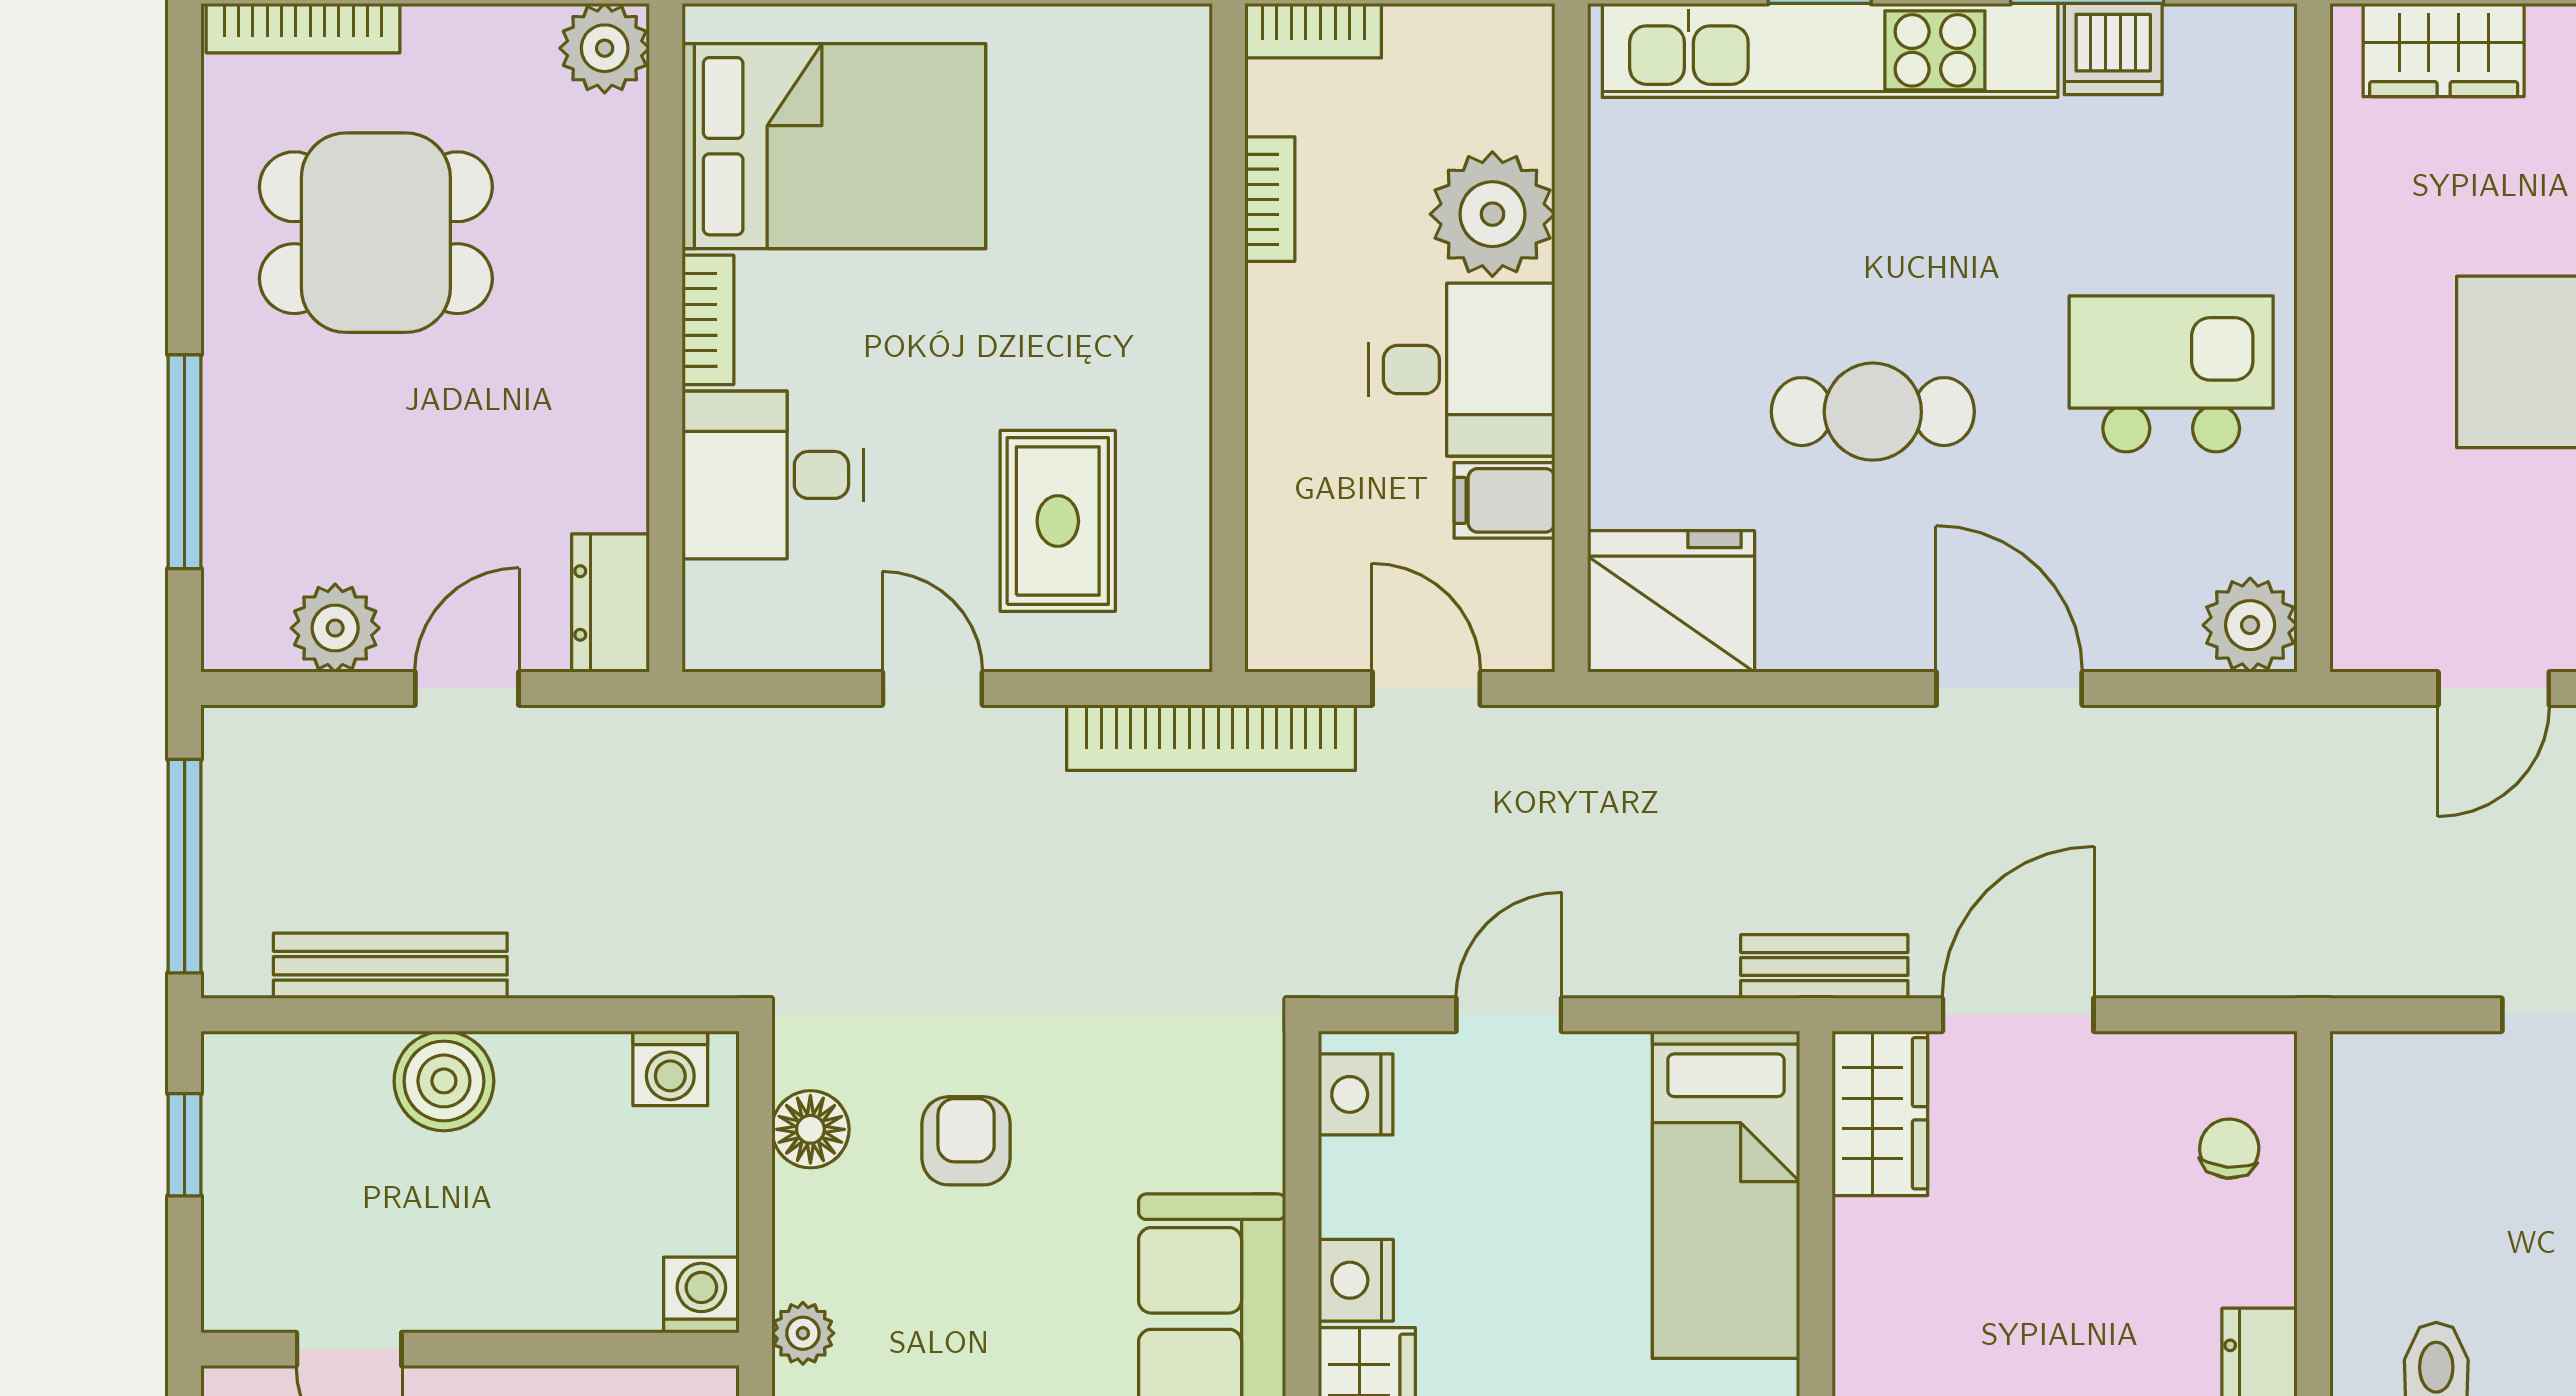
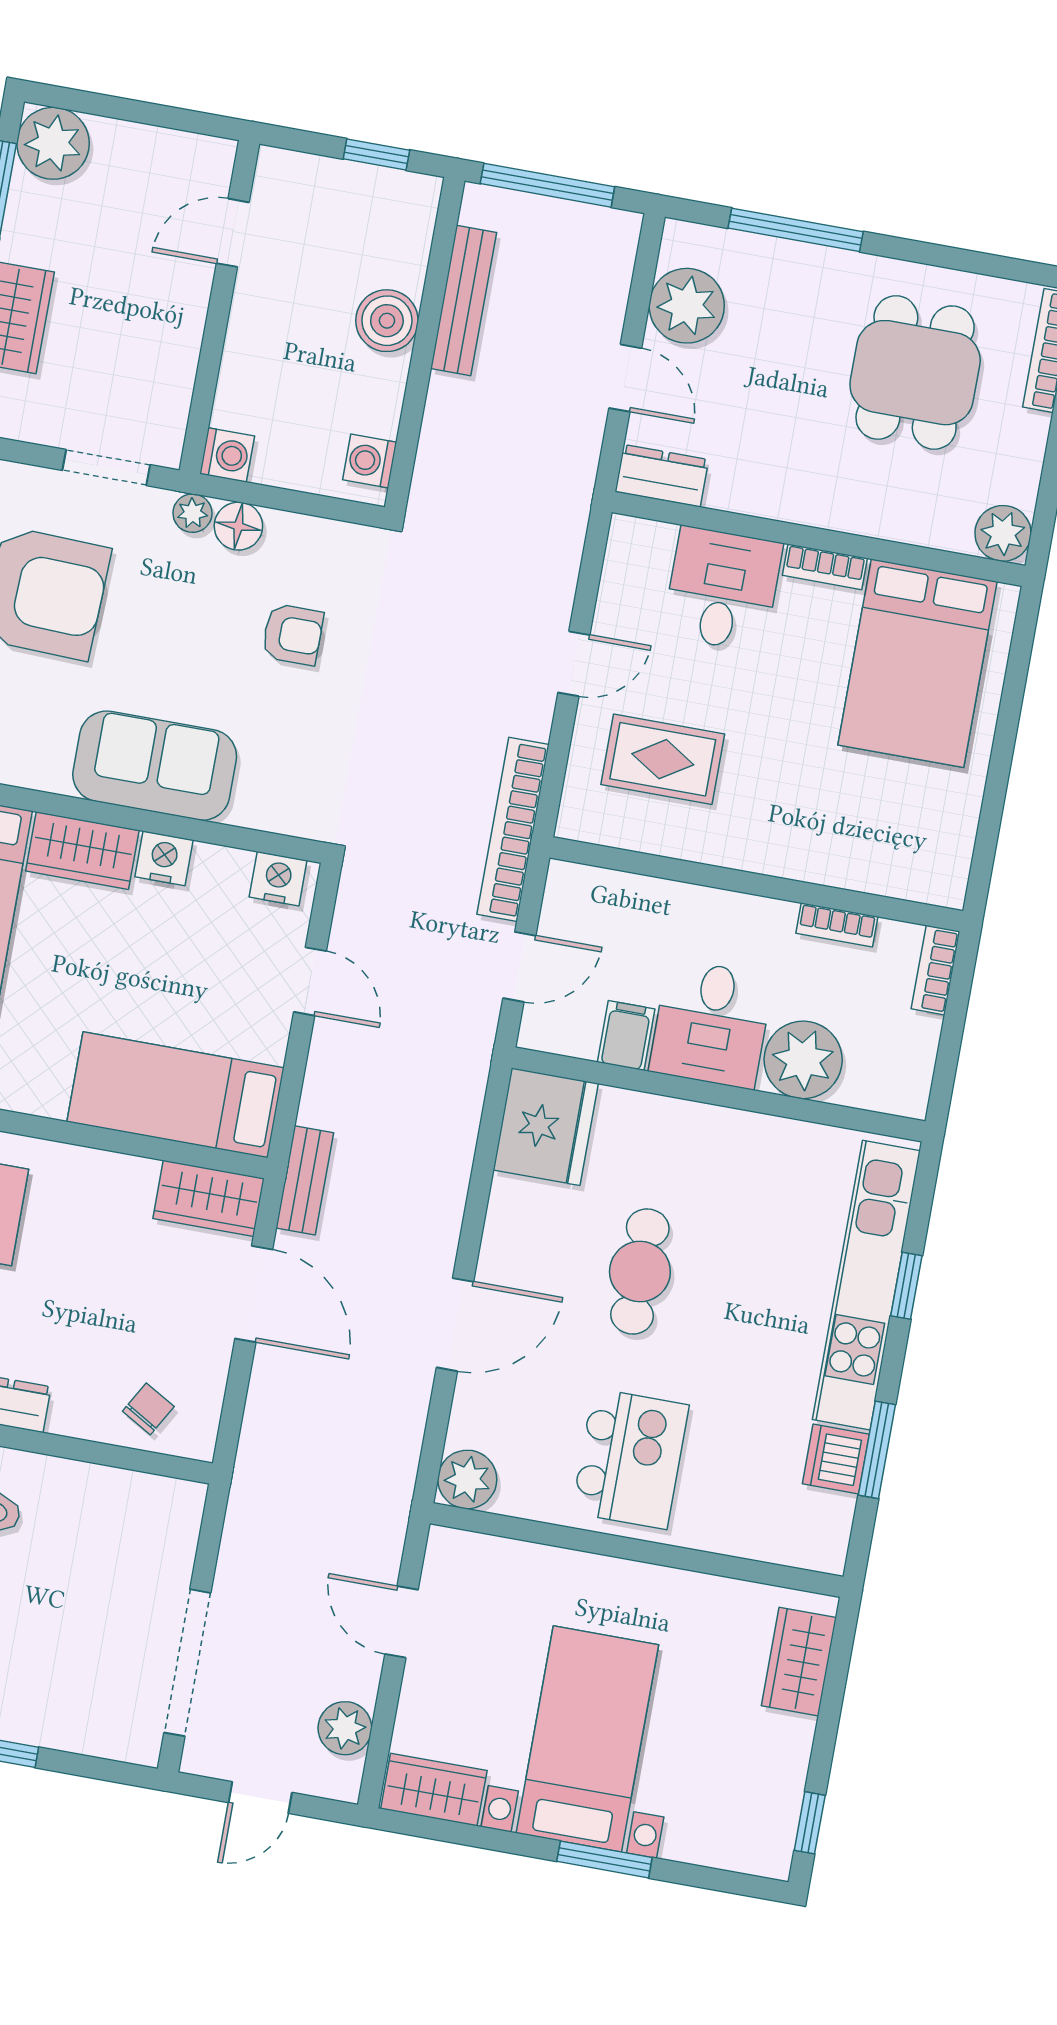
plant: (335, 628) -> (687, 306), width x1.36, depth x1.36
floor lamp: (810, 1129) -> (238, 526), moved
chair: (2229, 1149) -> (148, 1409), turned -65

